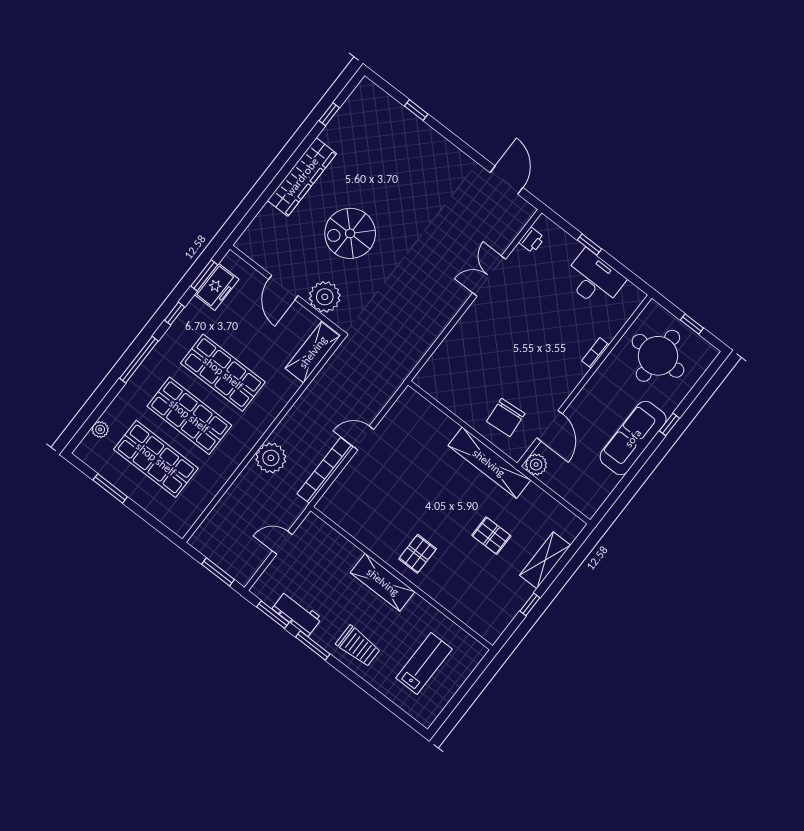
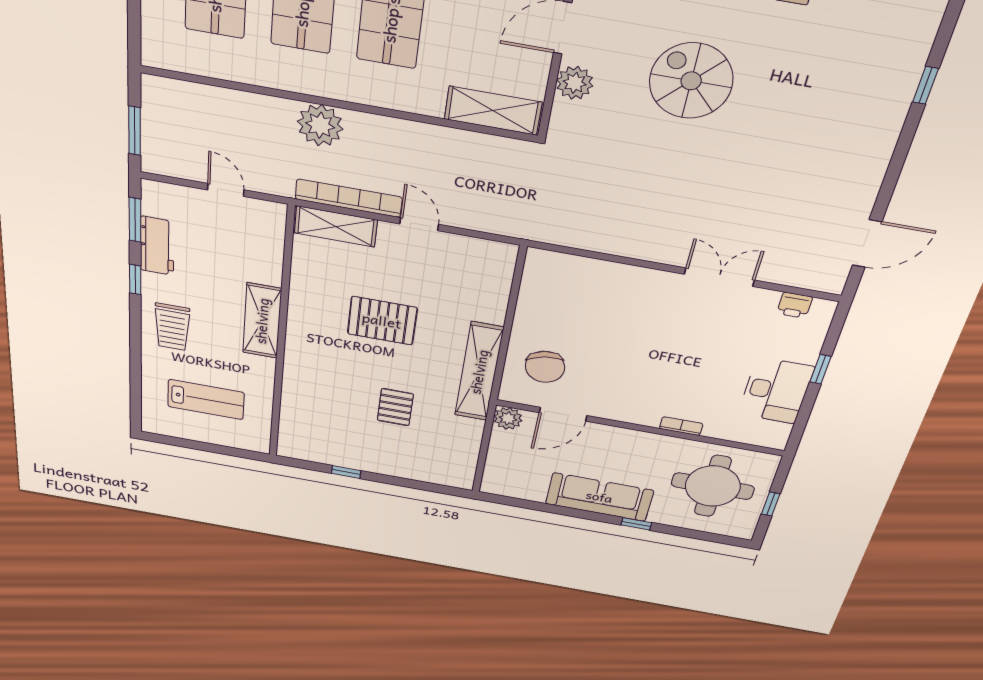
plant: (325, 297) -> (575, 83), width x0.73, depth x0.73
chair: (506, 417) -> (545, 367), turned -97
pallet: (418, 554) -> (382, 321), moved, width x1.50, depth x1.42
shelving: (545, 560) -> (336, 226), moved
window: (313, 646) -> (135, 280), width x0.67

